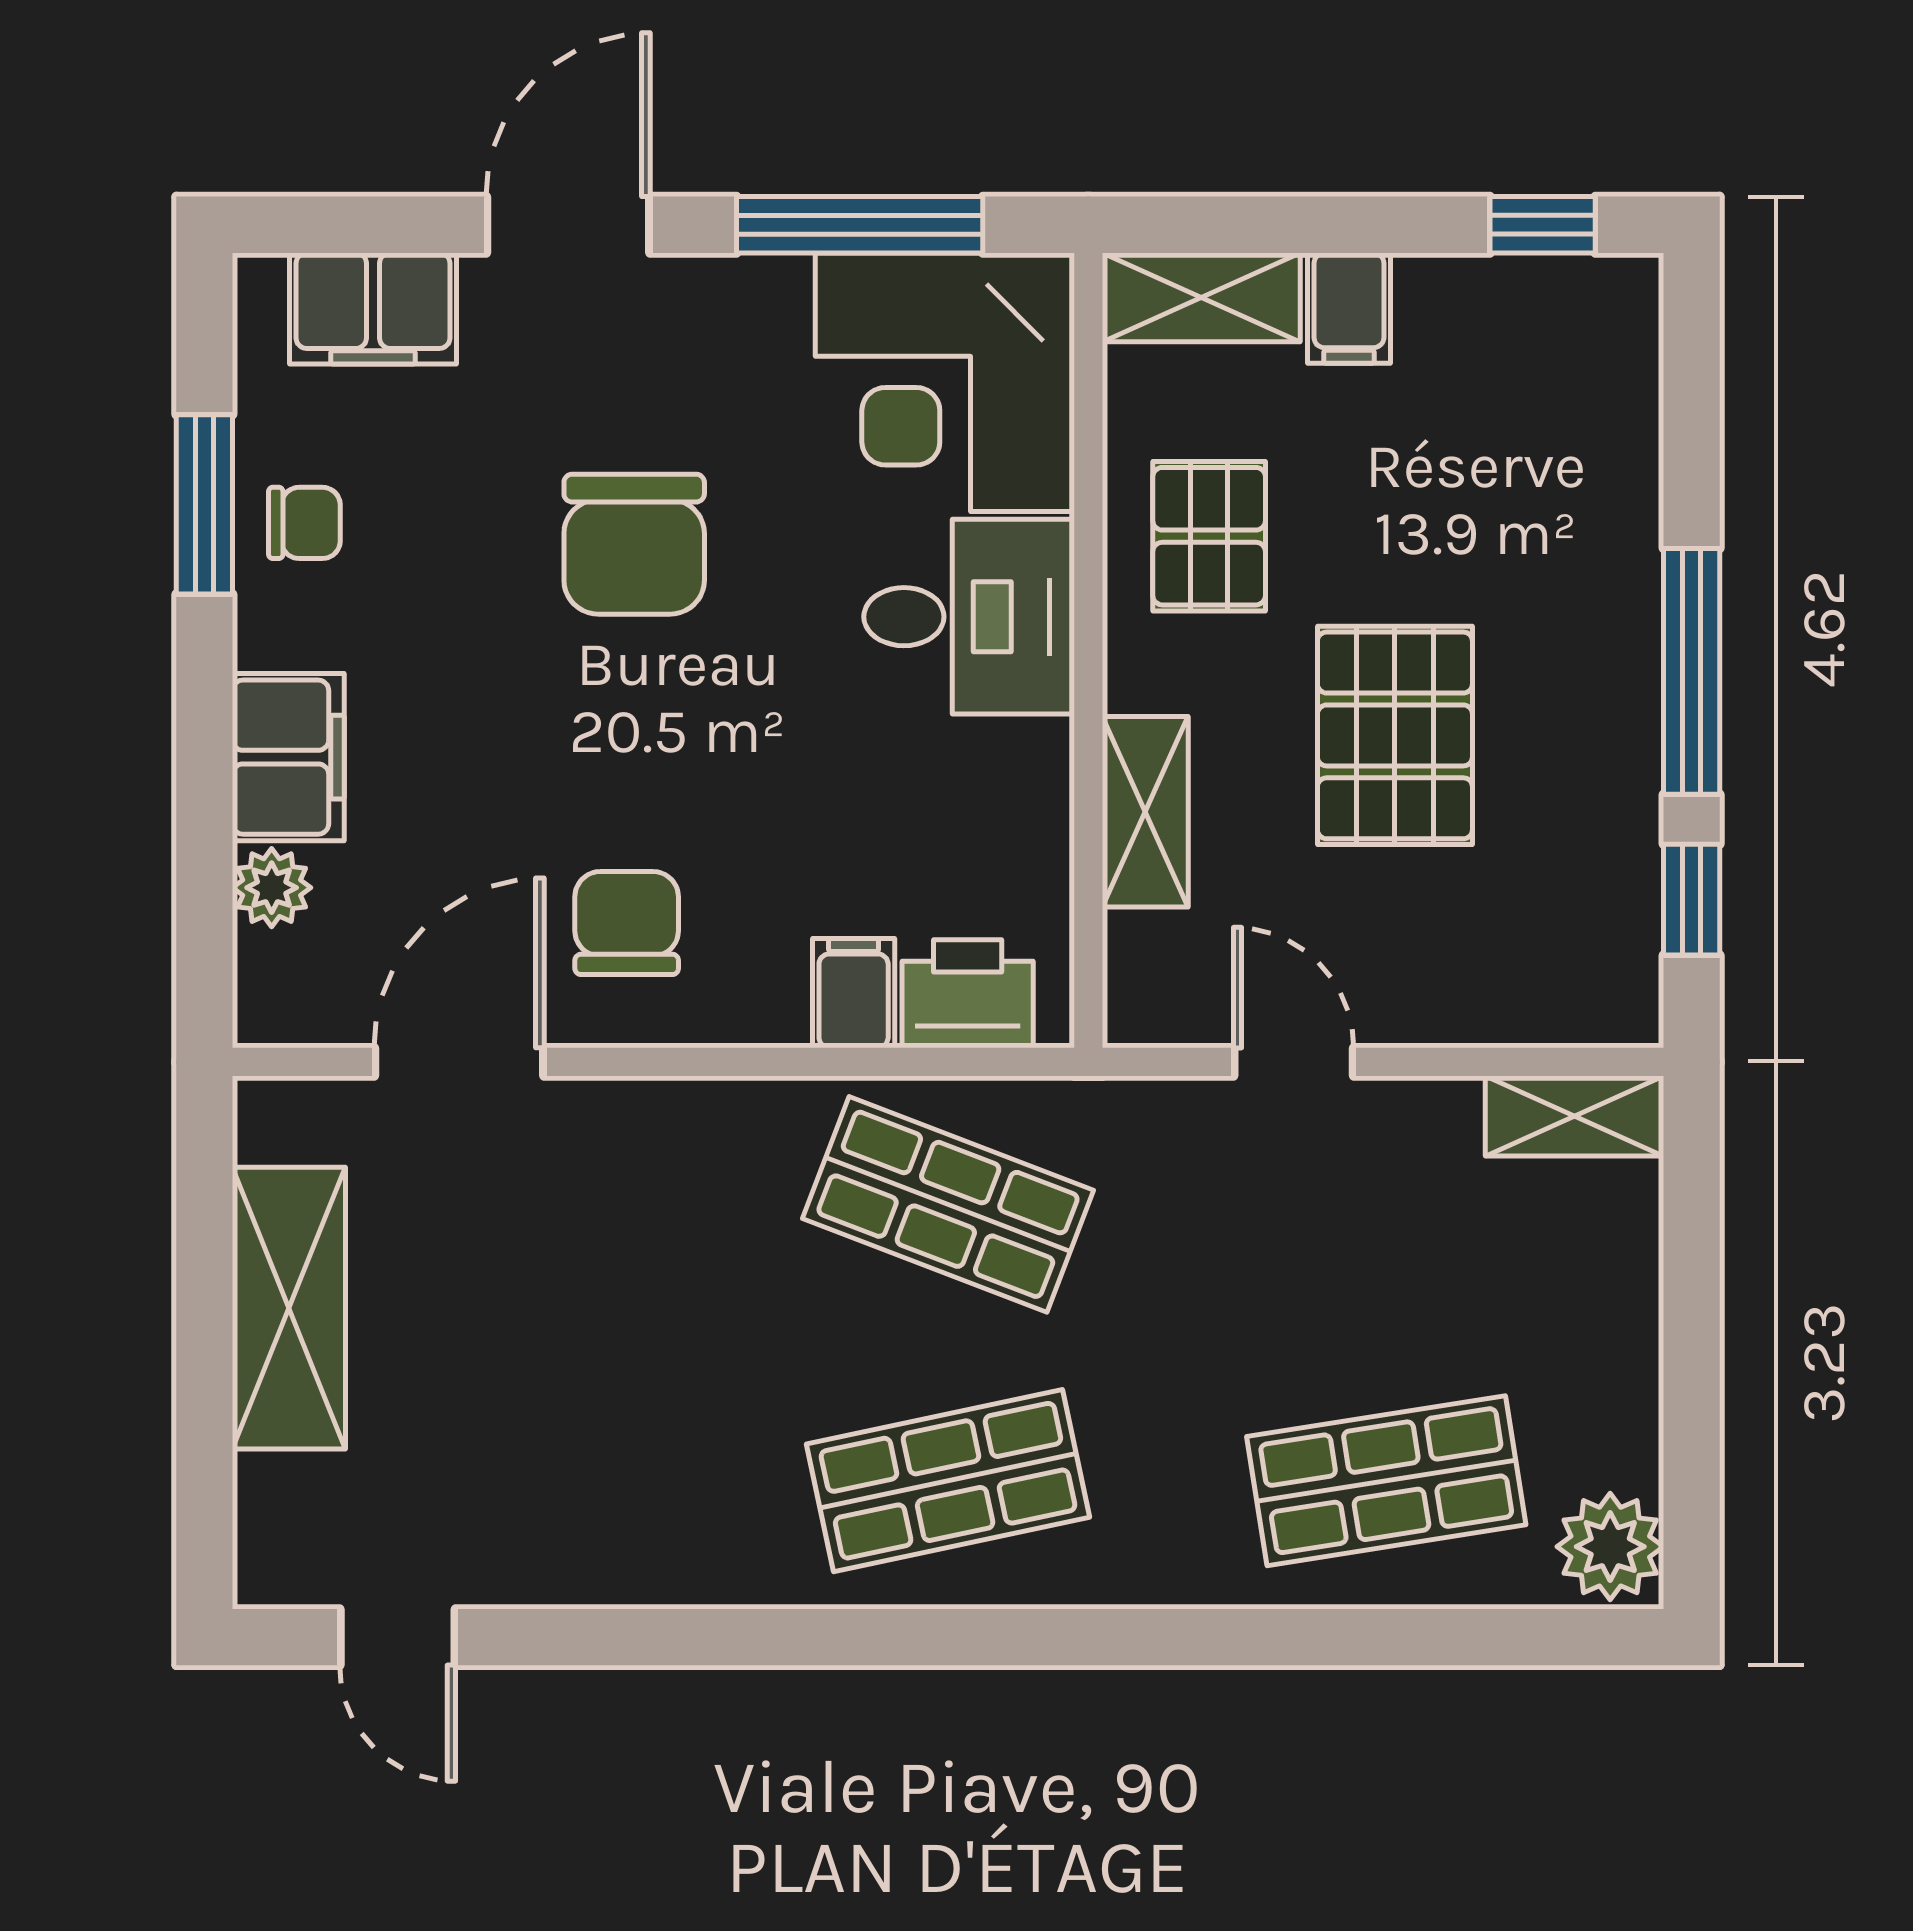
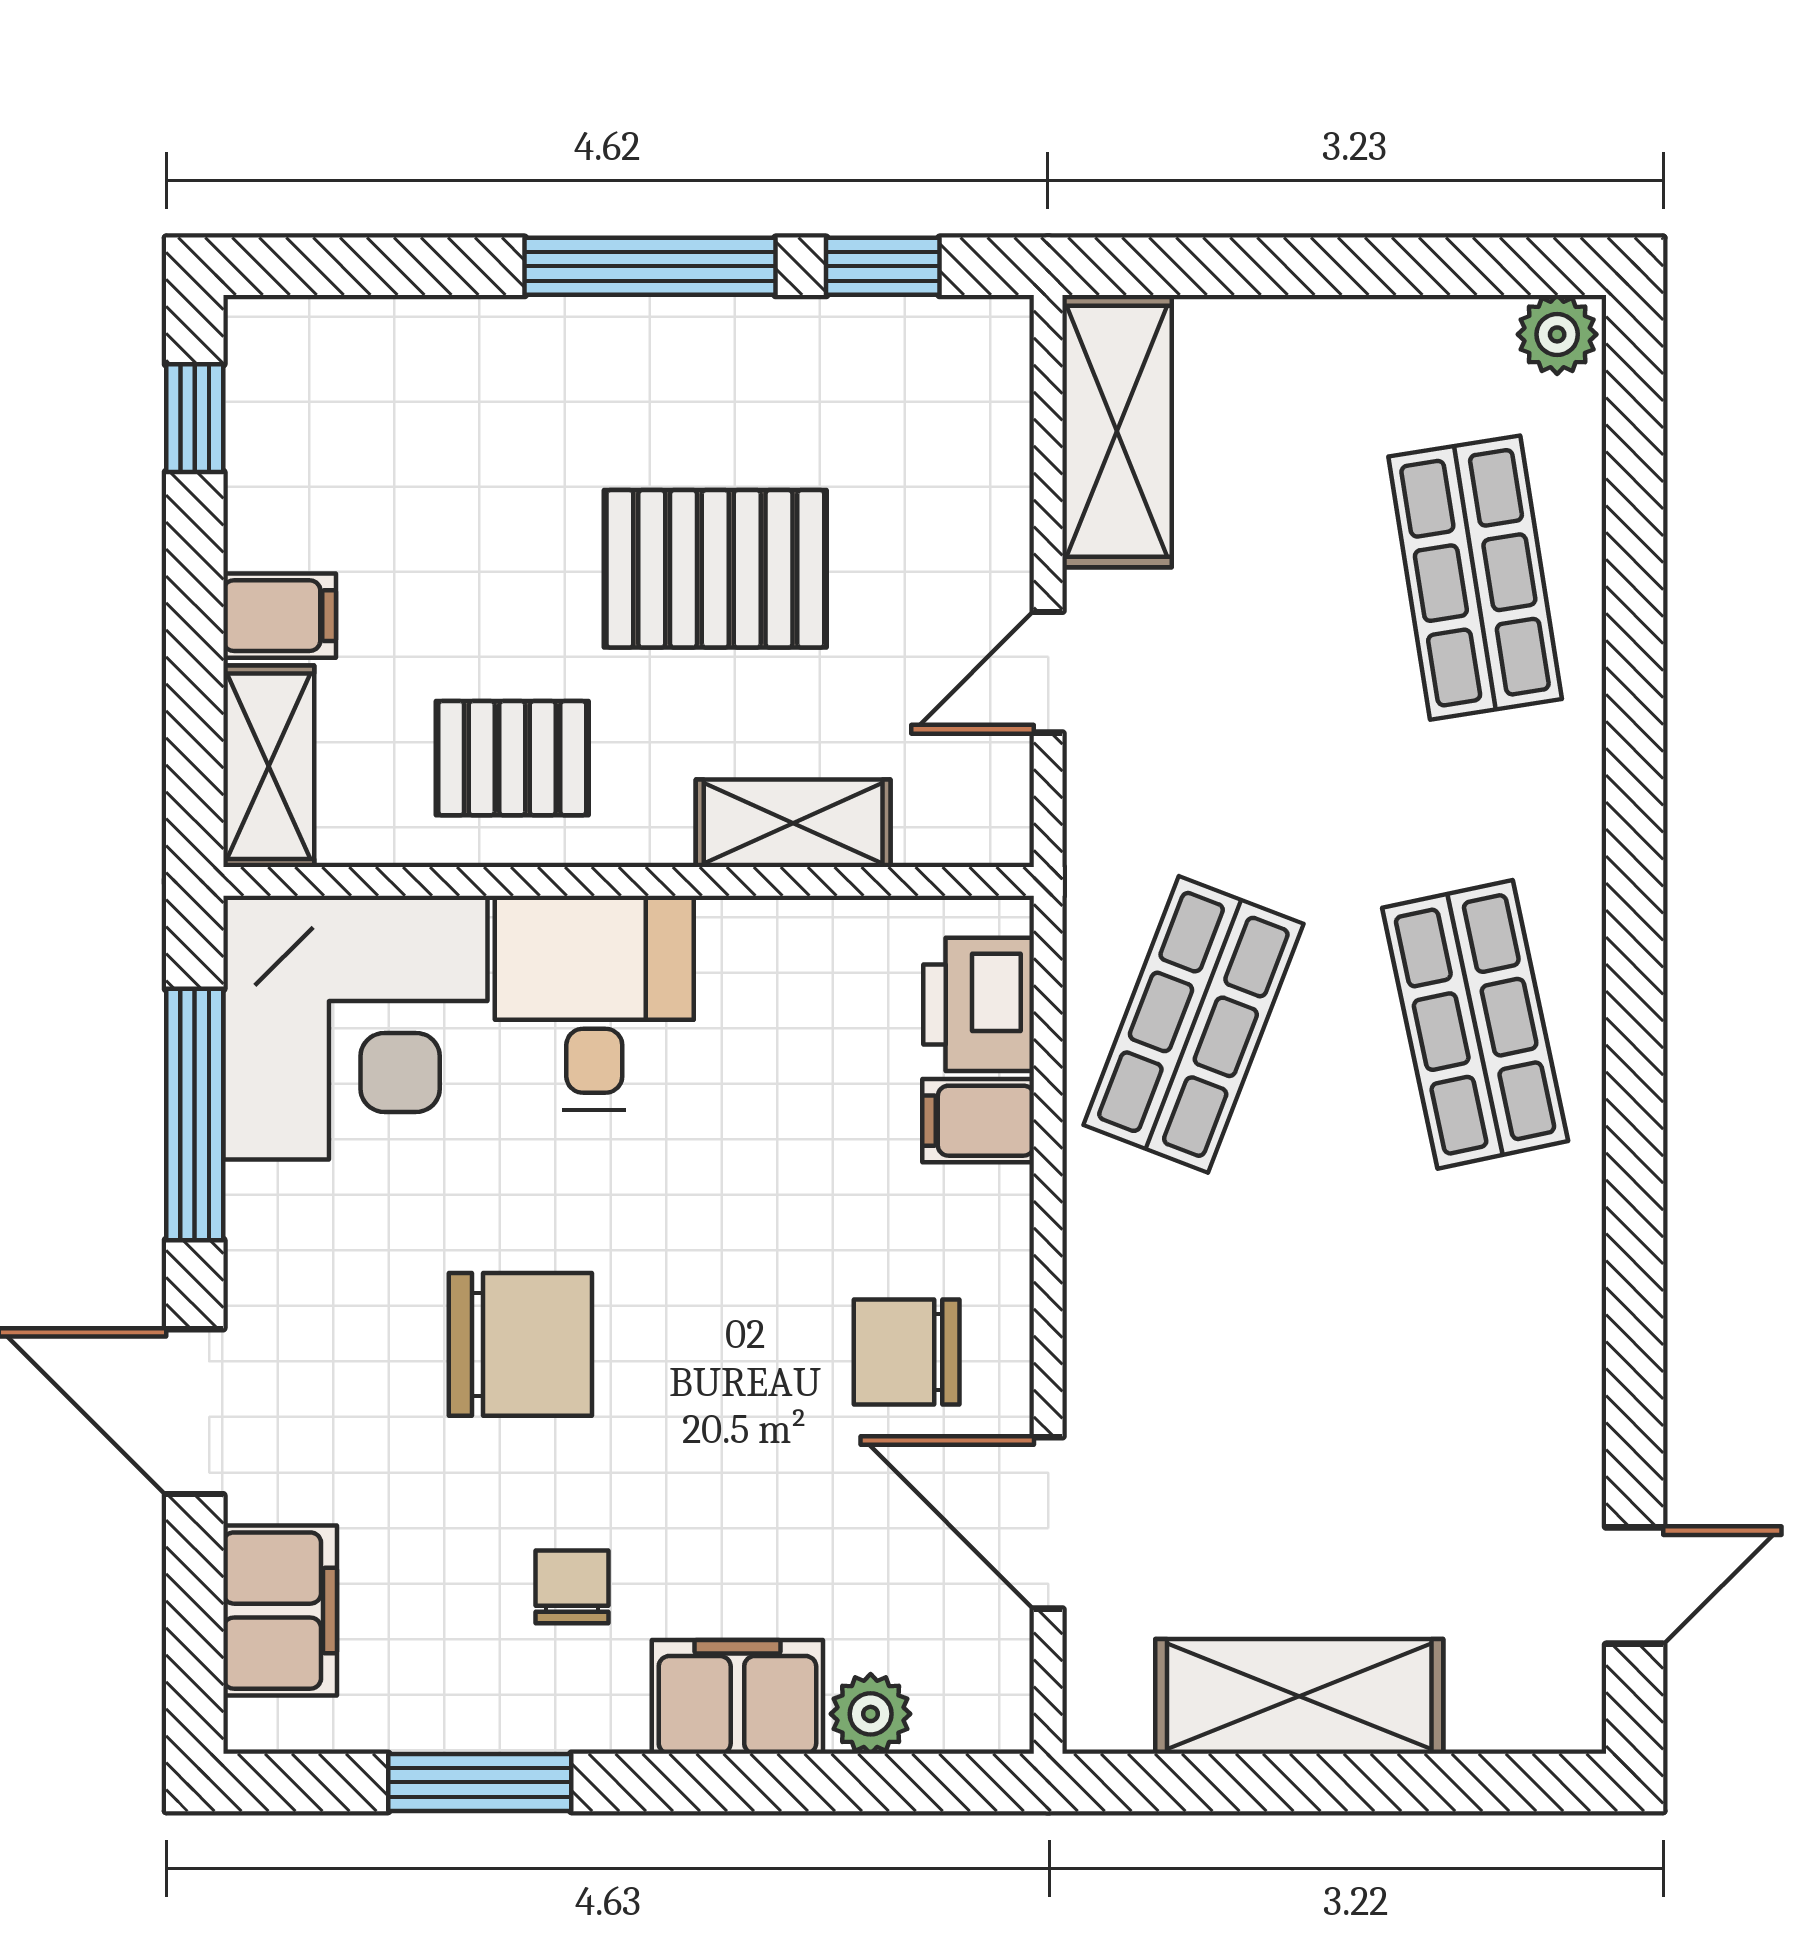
chair: (304, 523) -> (572, 1587), moved
shelving: (1574, 1116) -> (1117, 431), width x1.50, depth x1.33
plant: (1610, 1547) -> (1557, 334), width x0.73, depth x0.73

